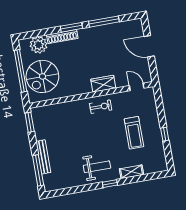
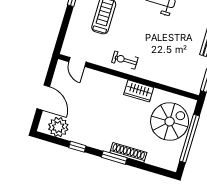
window: (104, 22) -> (77, 147), width x0.46
plant: (39, 45) -> (58, 127), moved
wardrobe: (103, 84) -> (139, 91), moved

